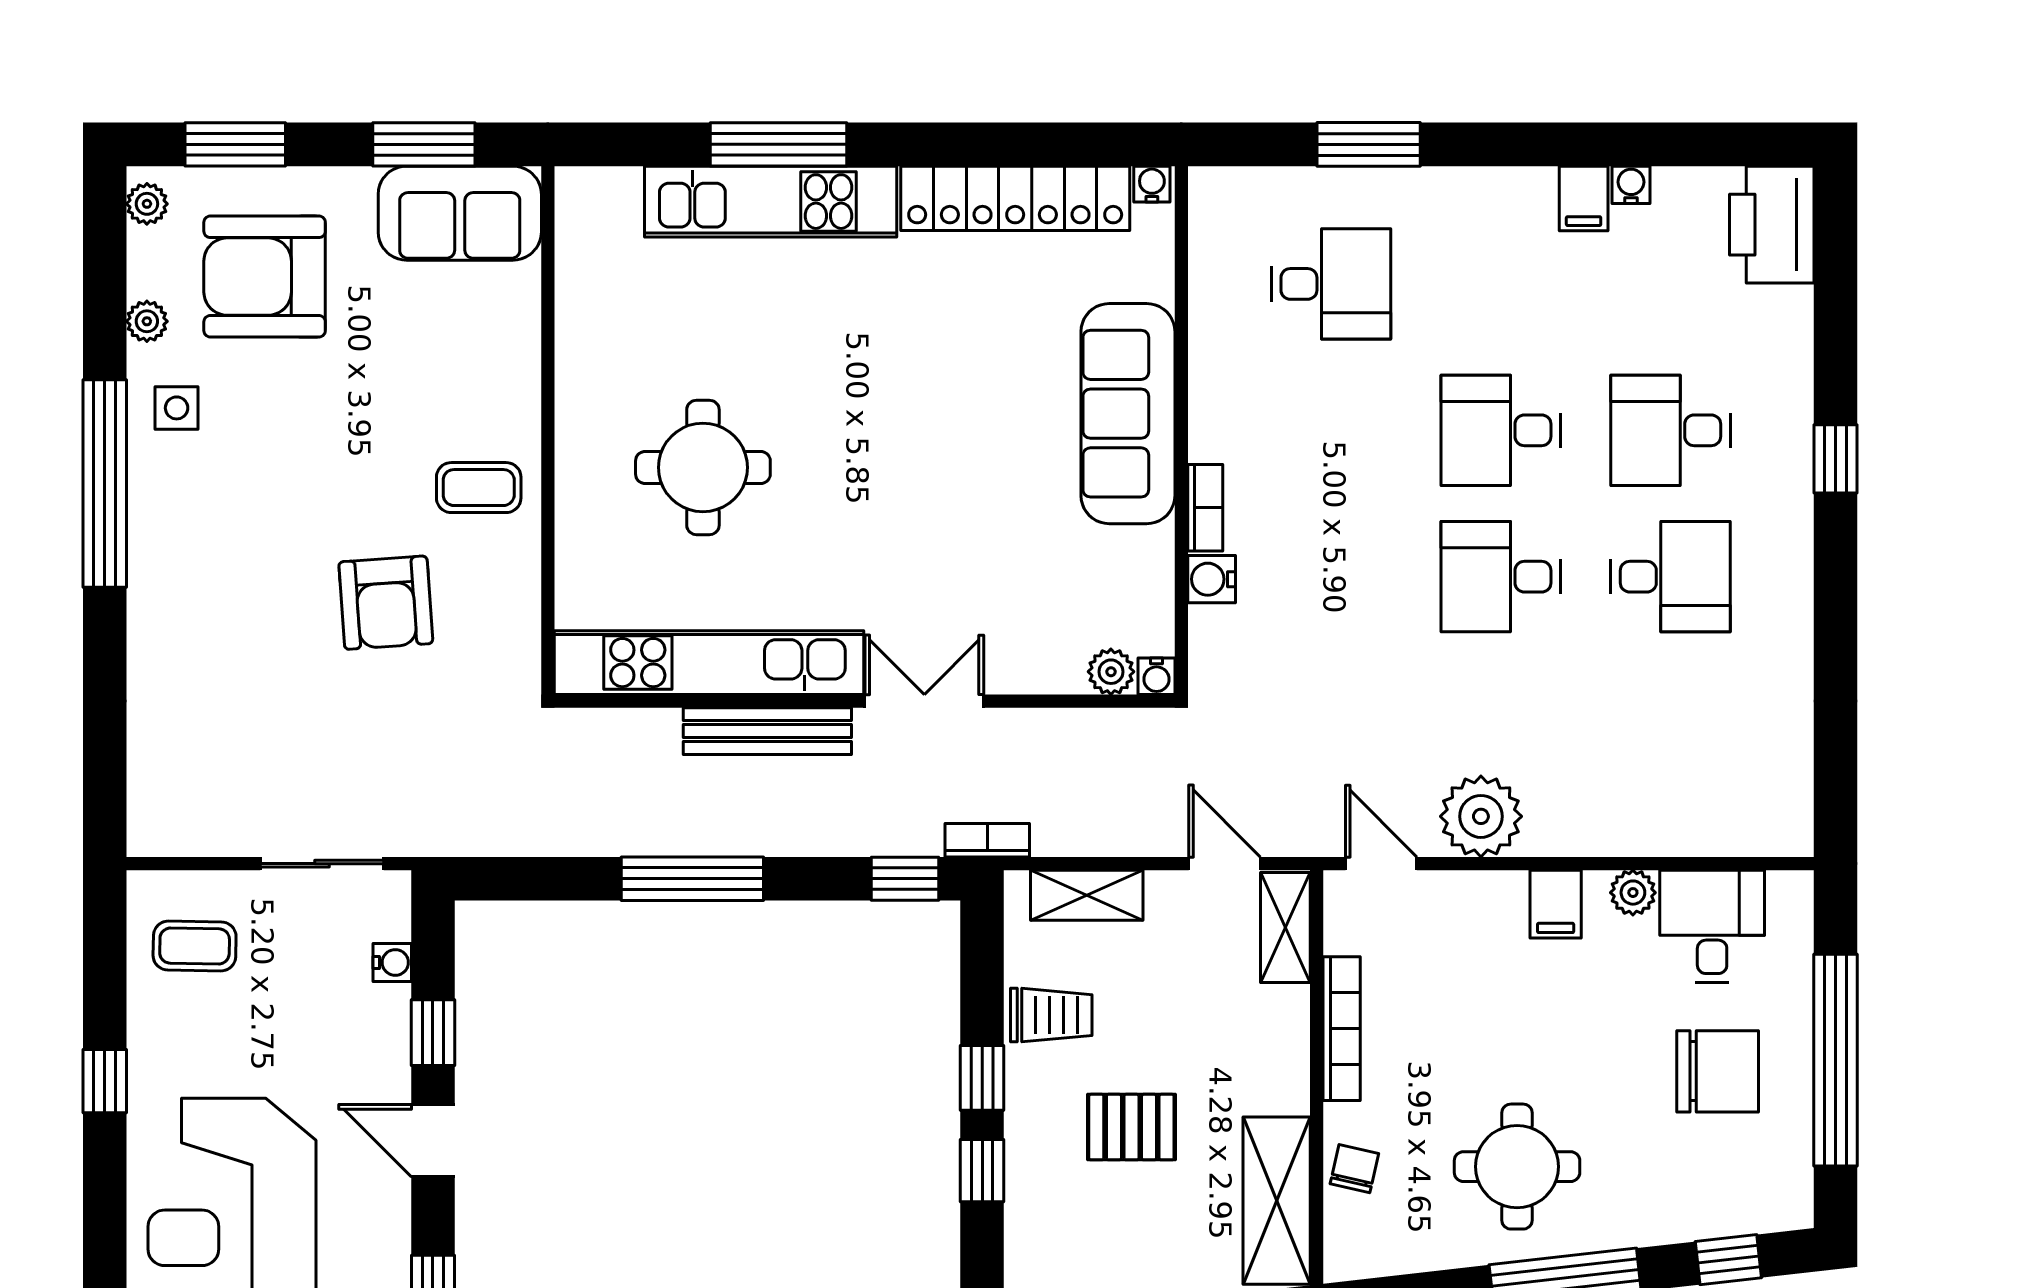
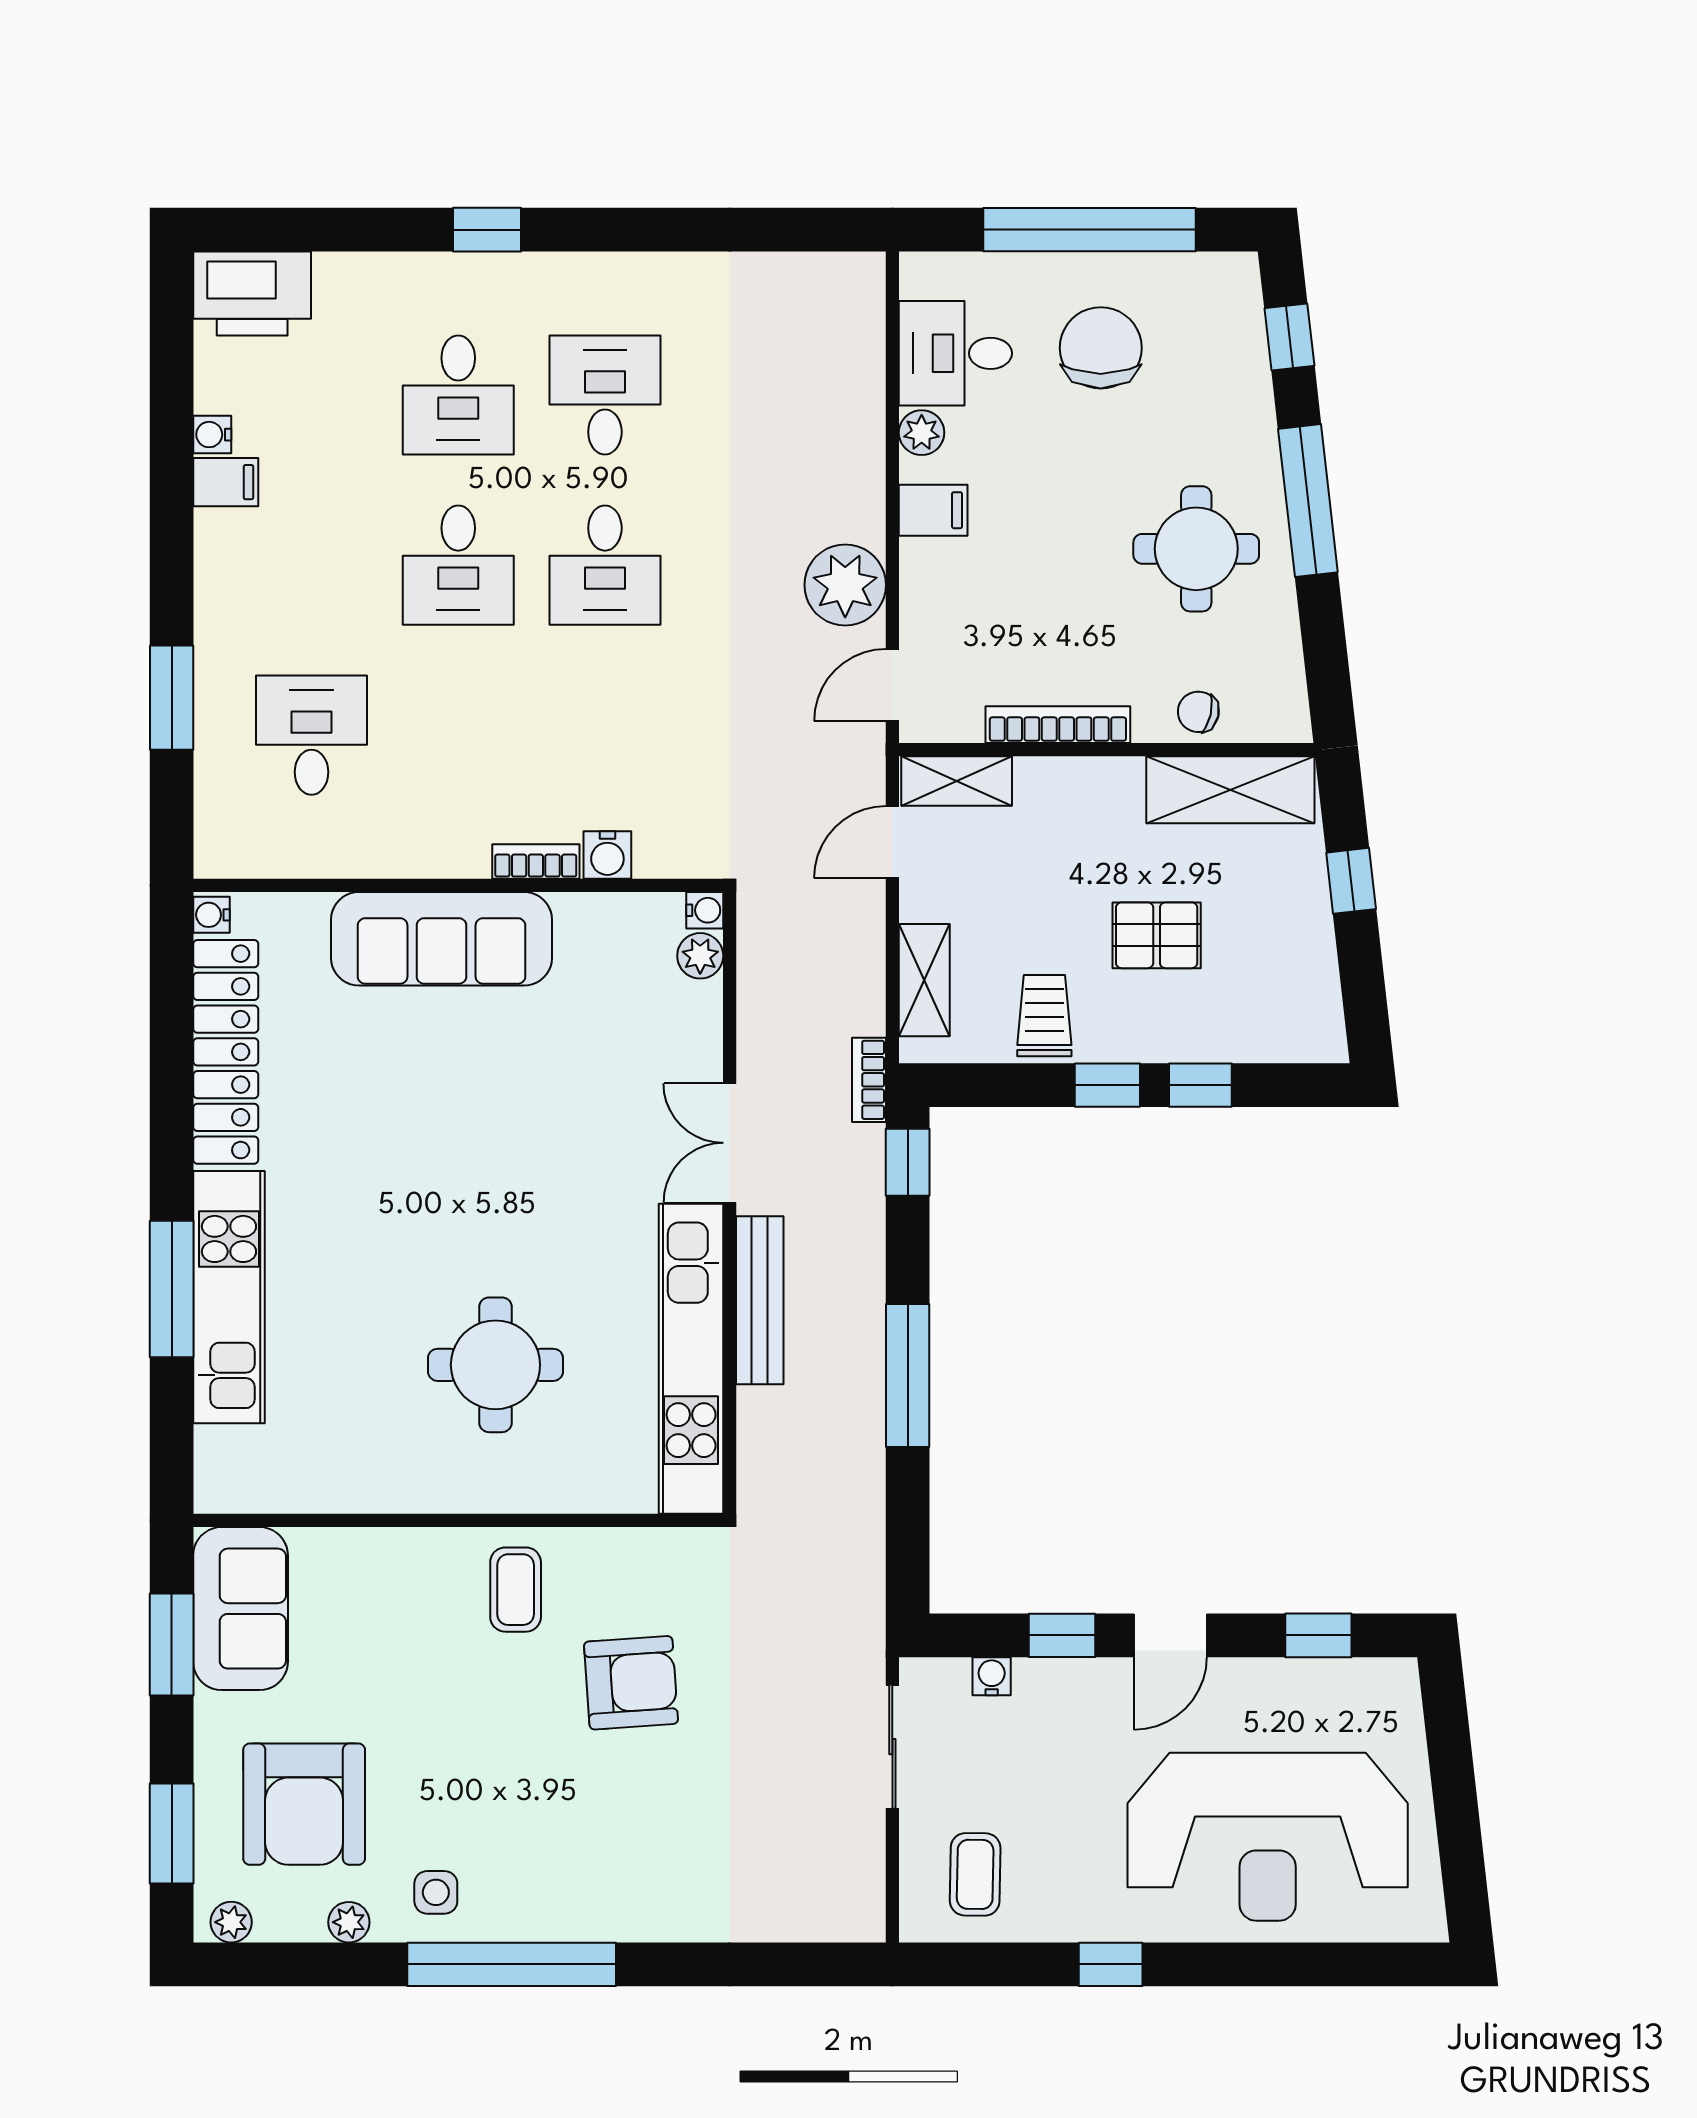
pallet: (1131, 1127) -> (1157, 935), turned 90

